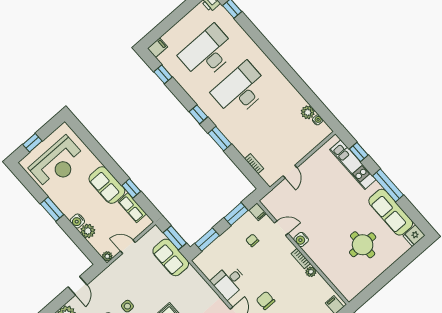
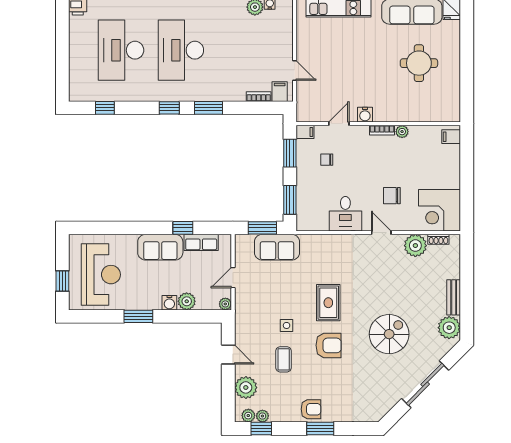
filing cabinet: (157, 48) -> (280, 92), moved

